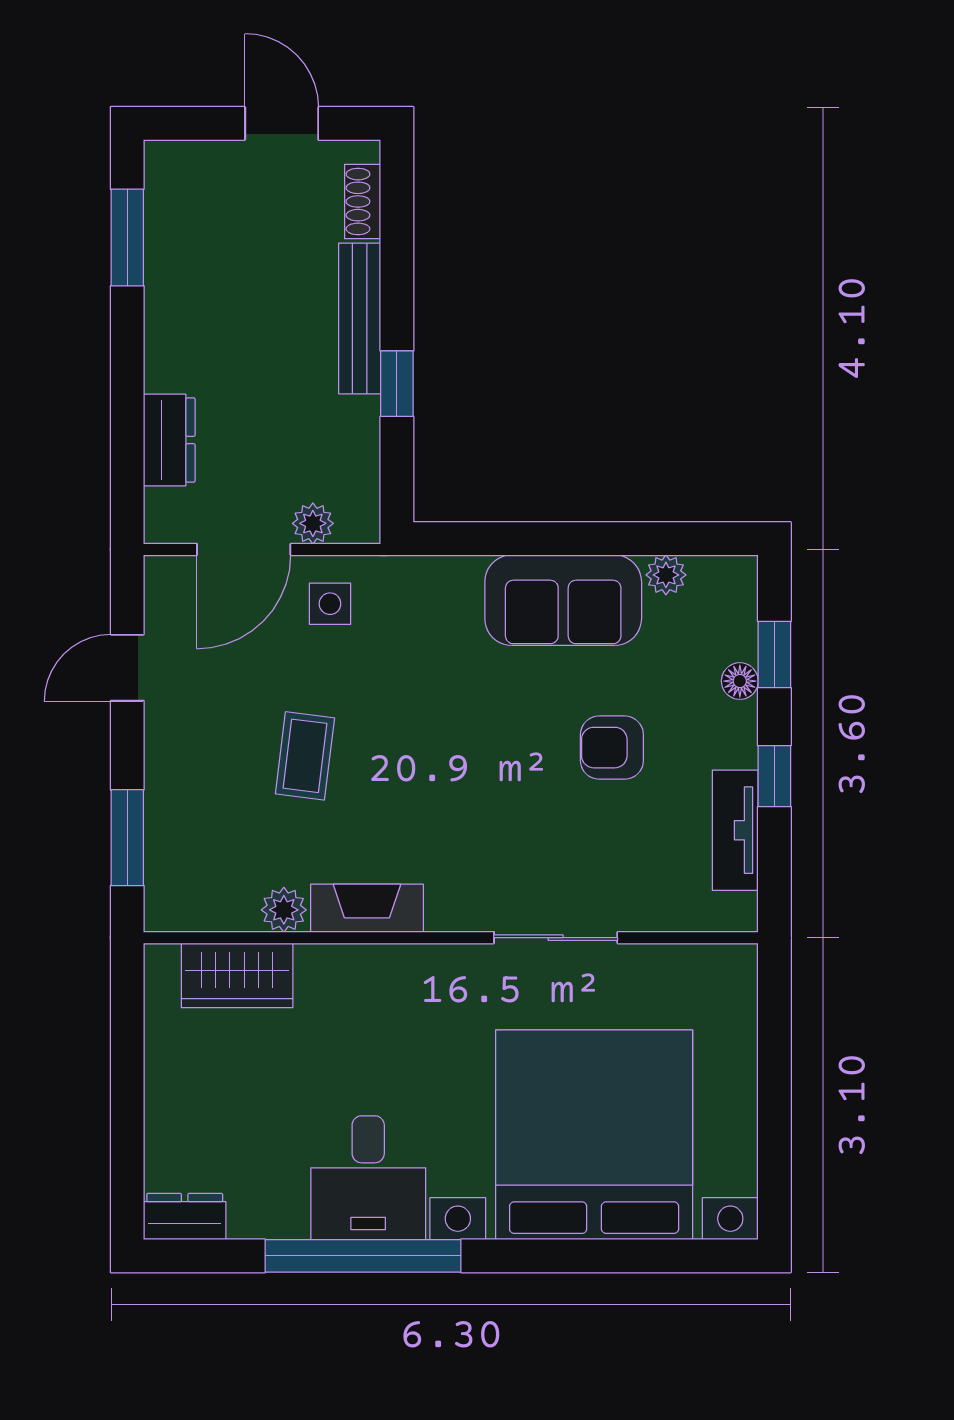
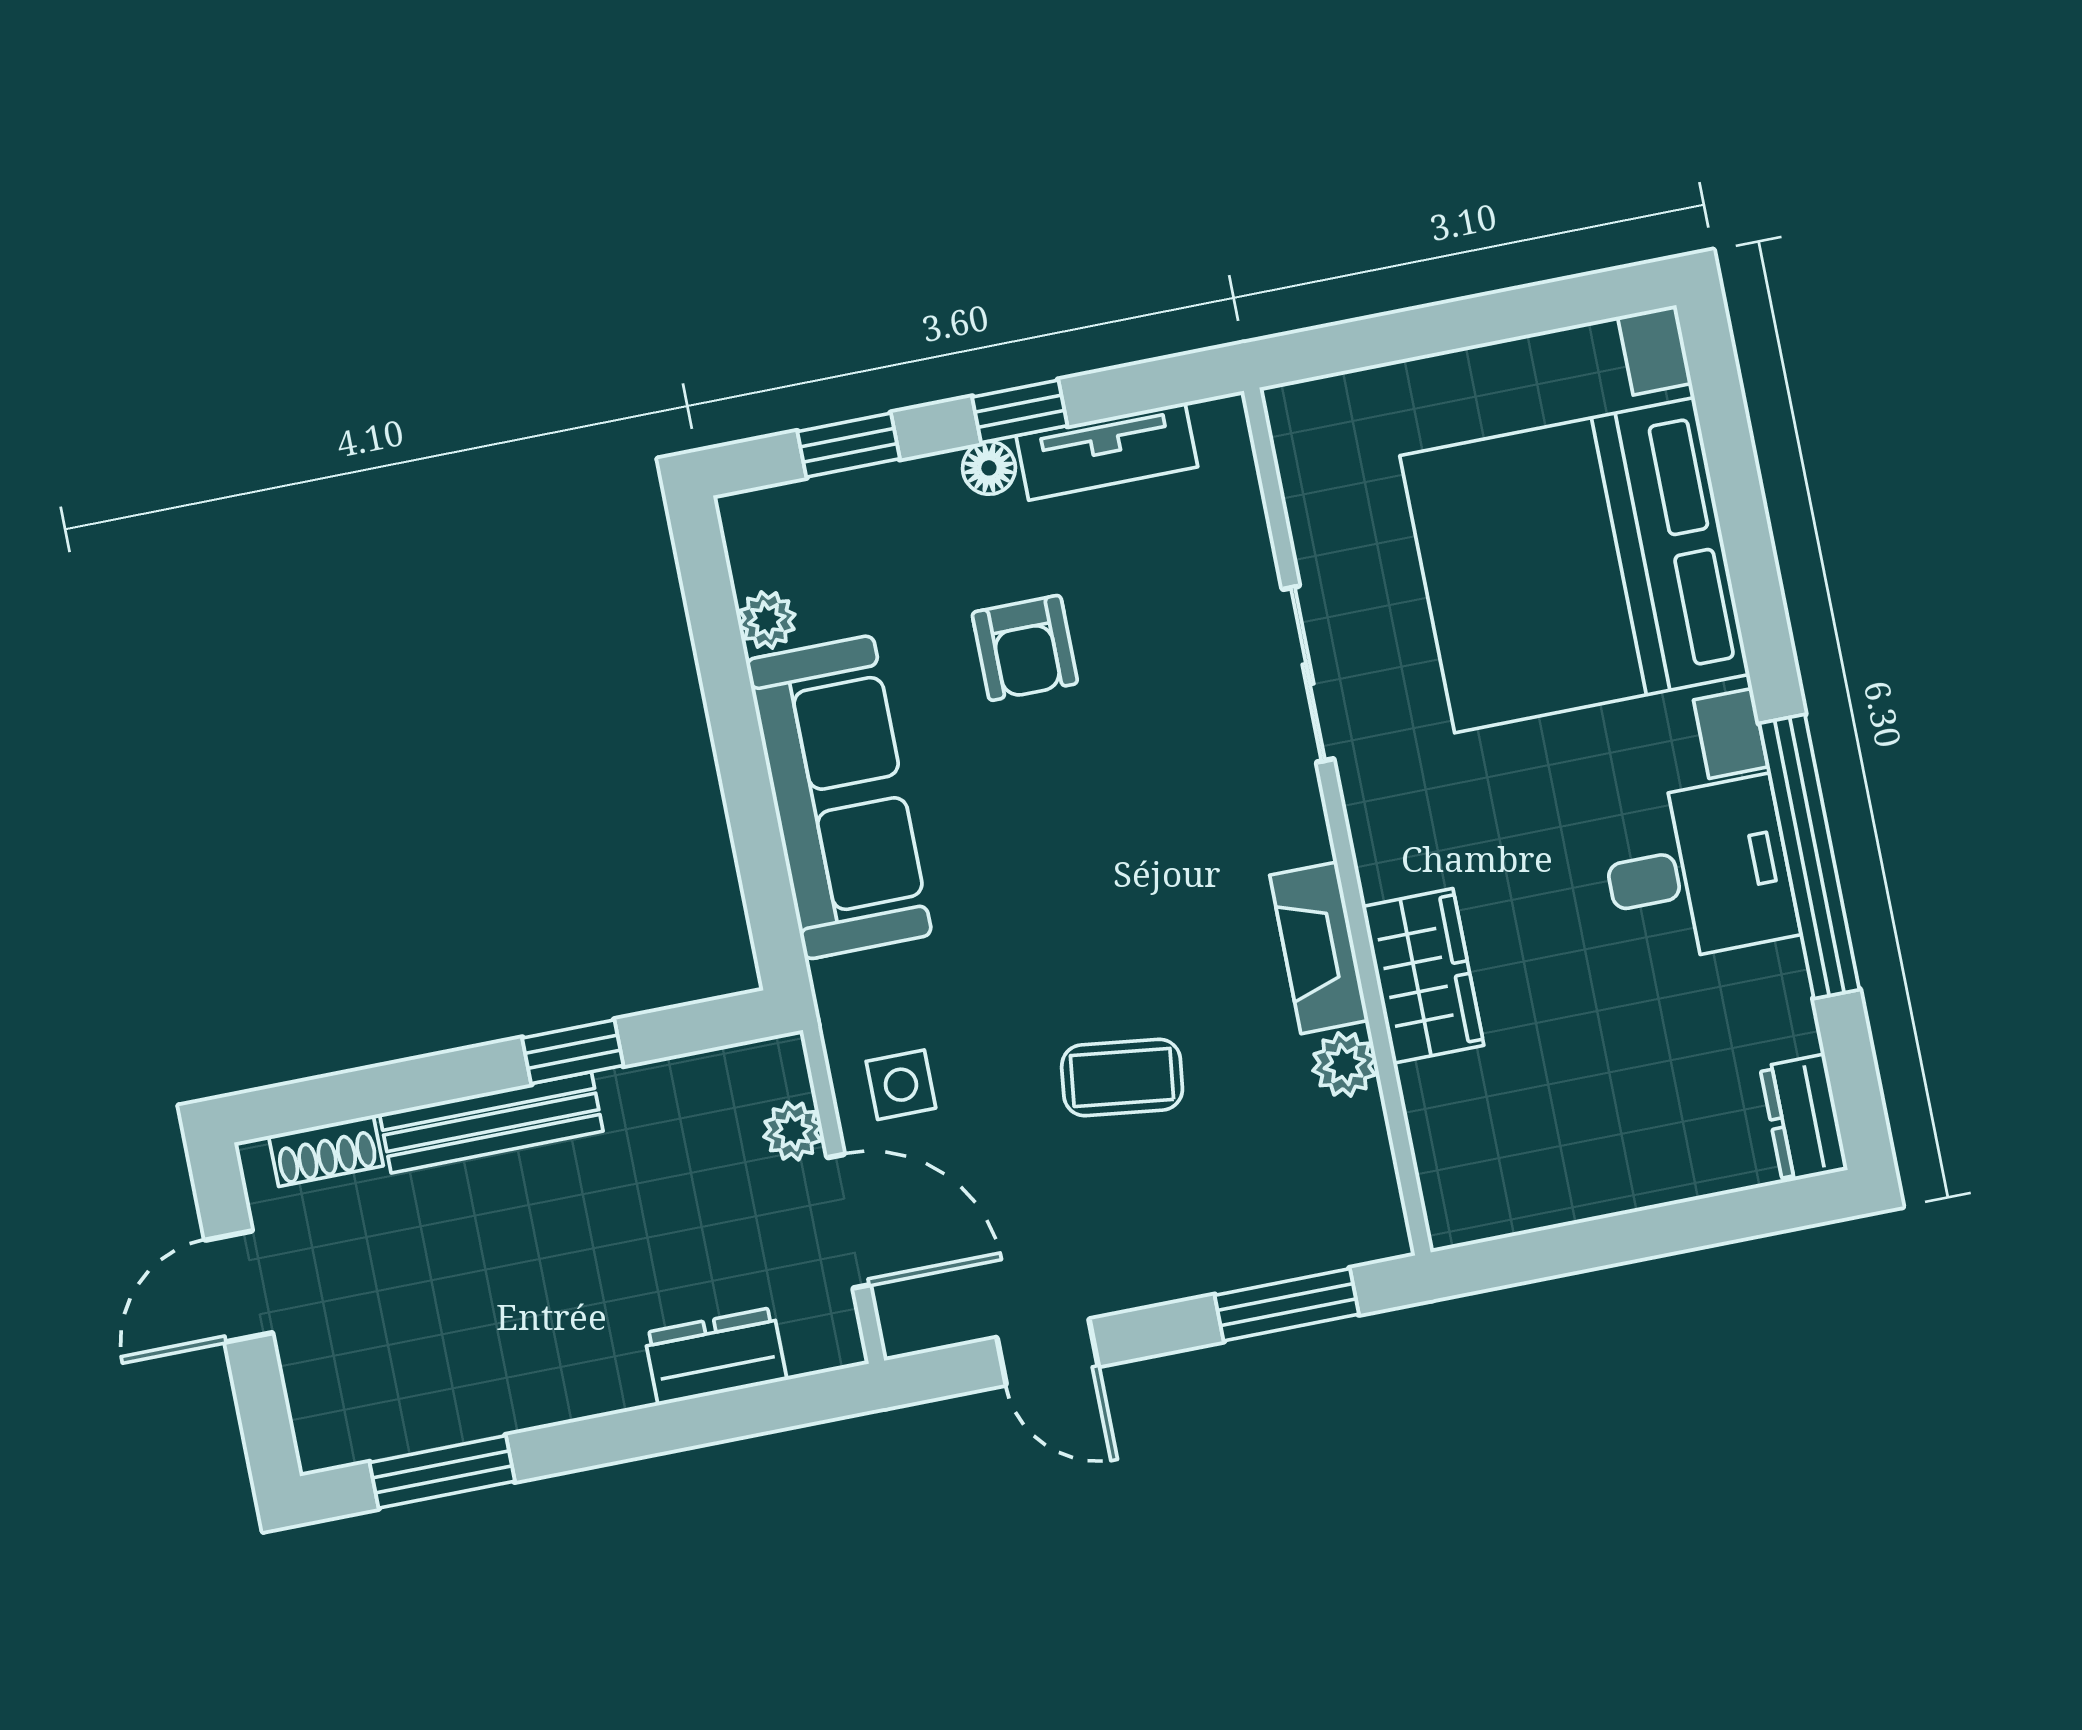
sofa: (563, 600) -> (839, 797), width x1.36
floor lamp: (740, 681) -> (989, 468), moved
wardrobe: (237, 975) -> (1423, 976), moved

